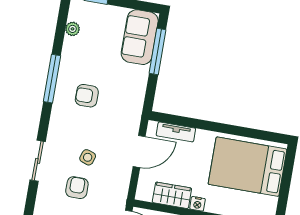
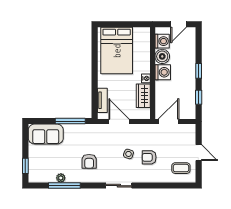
plant: (72, 29) -> (61, 178), moved
window: (158, 51) -> (70, 121), moved
window: (52, 79) -> (64, 186), moved
sliding door: (38, 161) -> (119, 186), moved

